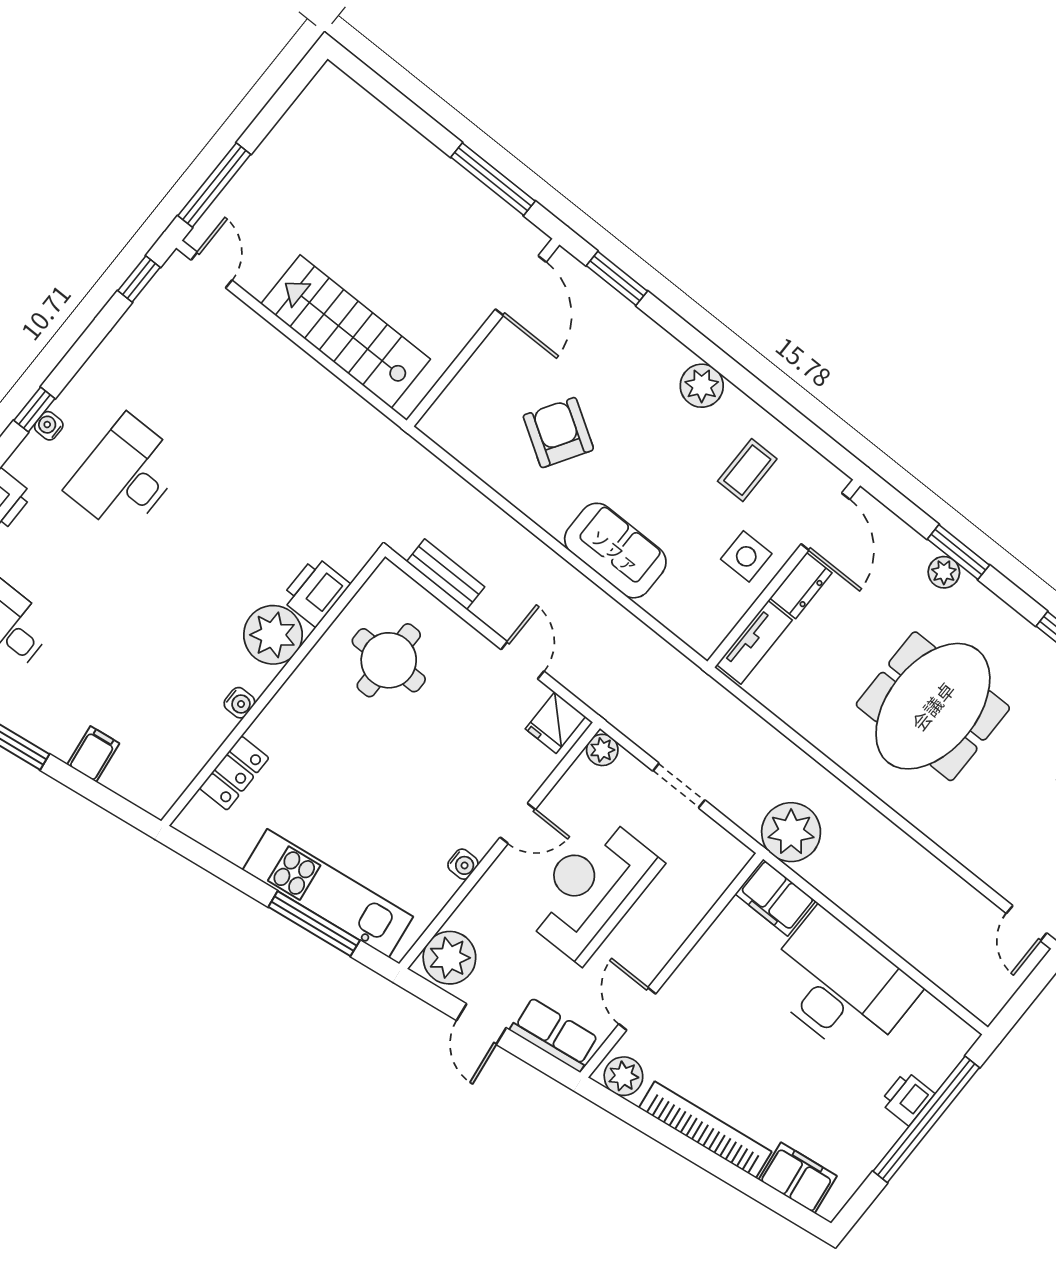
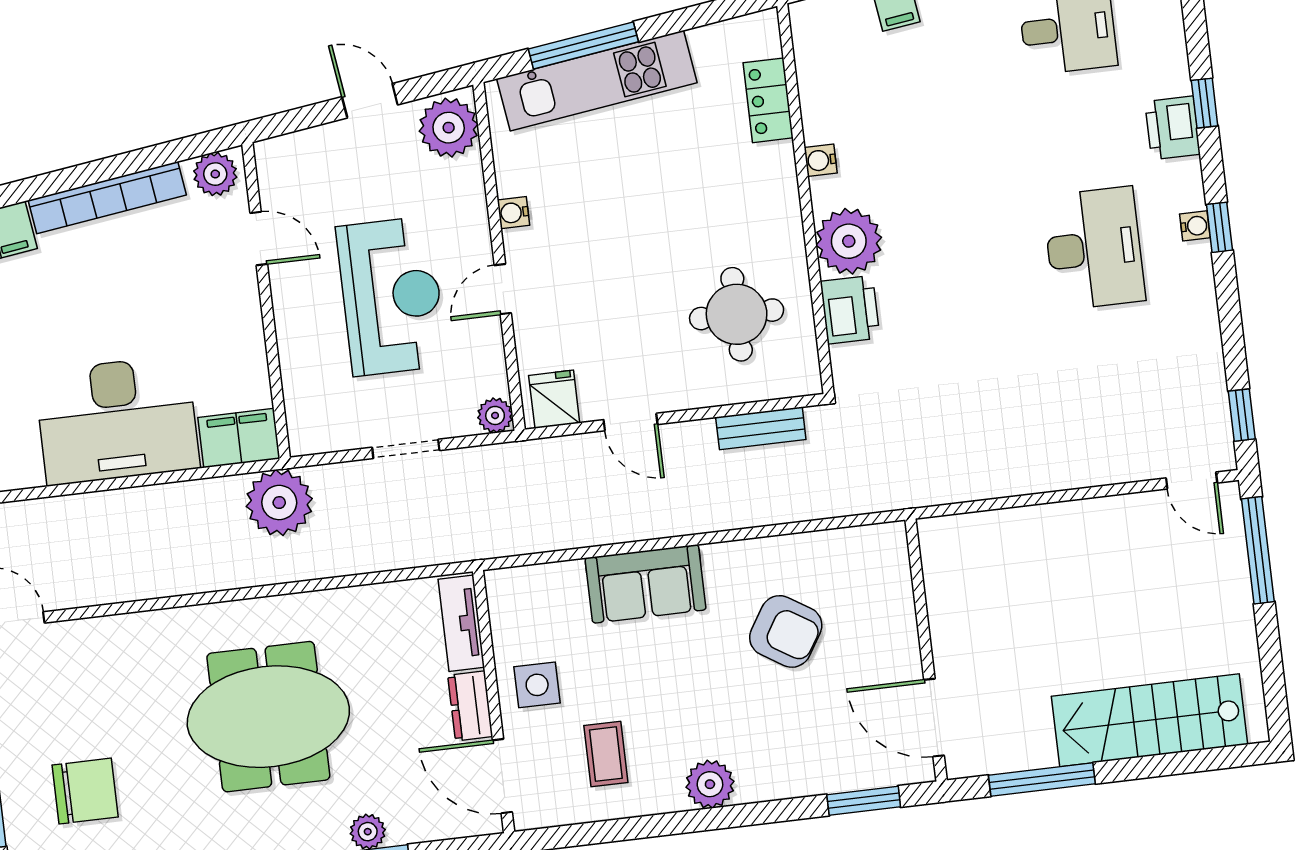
stairs: (346, 331) -> (1150, 720), moved, turned 180
meeting table: (933, 706) -> (268, 717), turned 90
row of seats: (555, 1034) -> (304, 152), removed

